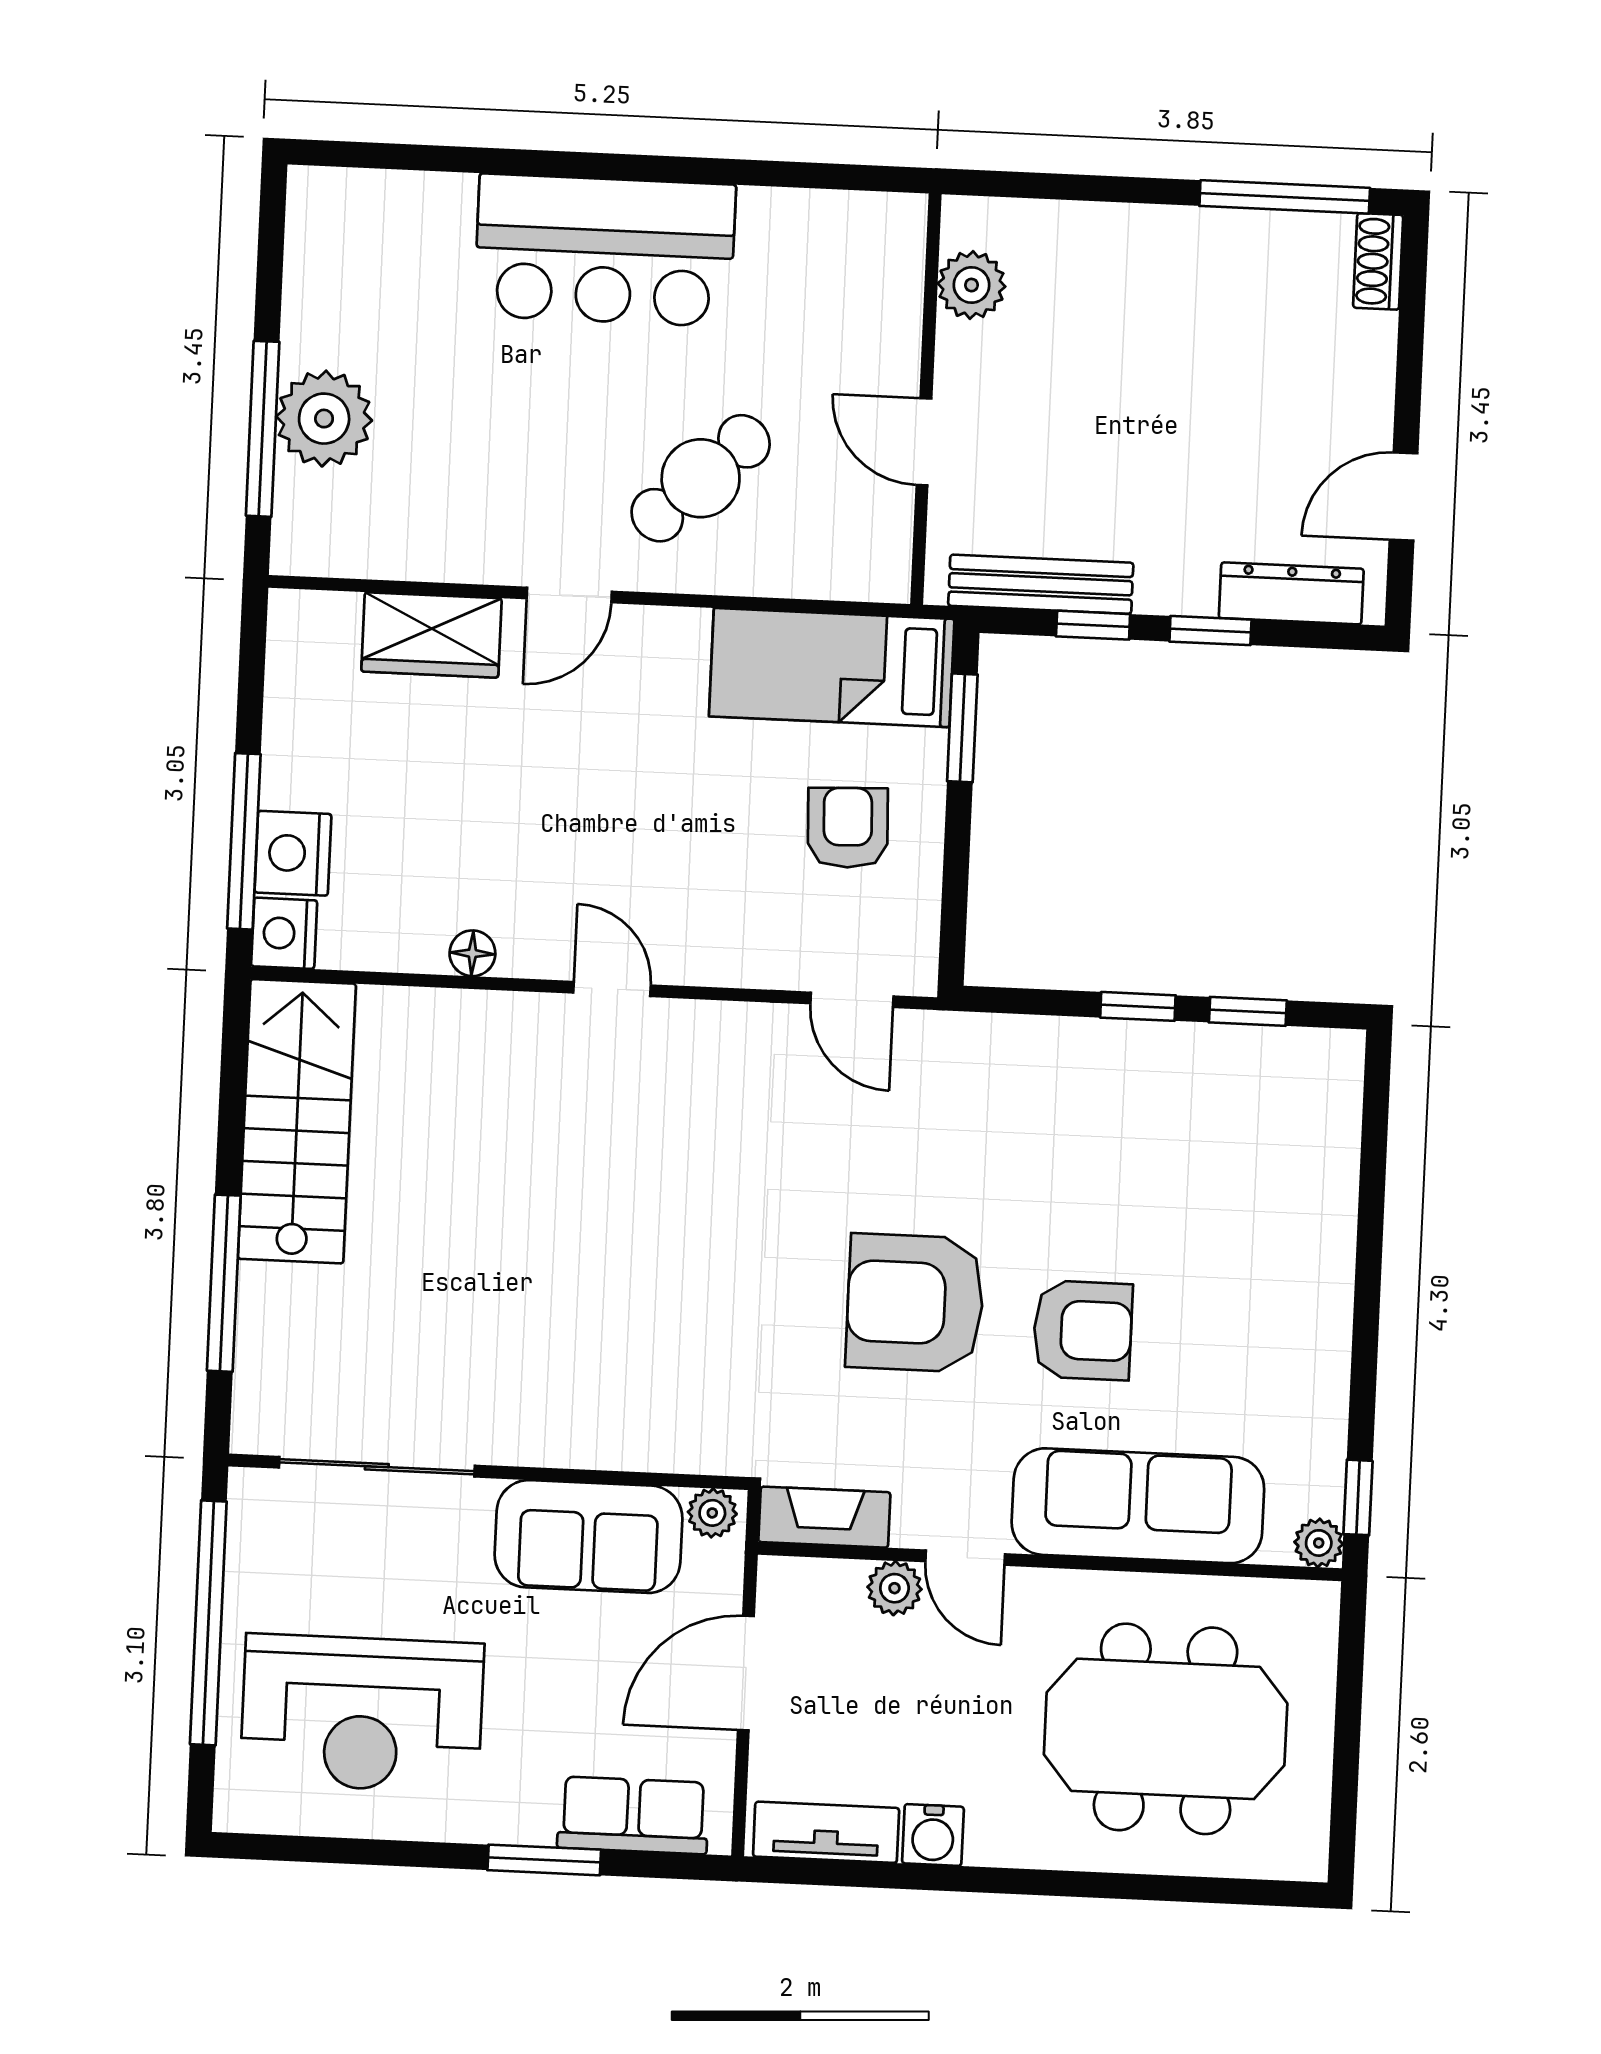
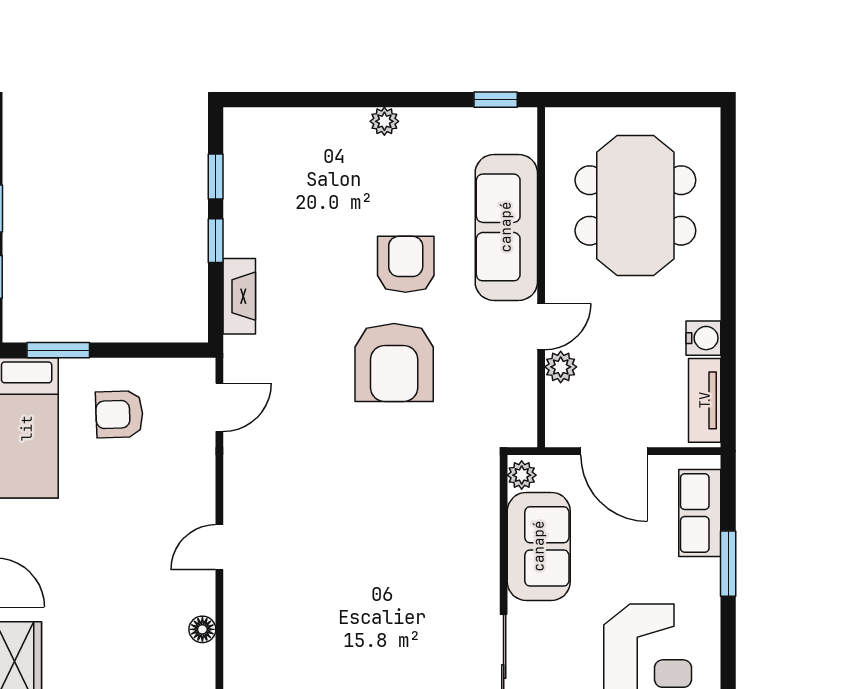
fireplace: (824, 1517) -> (239, 296), moved, turned 180
plant: (1319, 1543) -> (384, 121), moved

